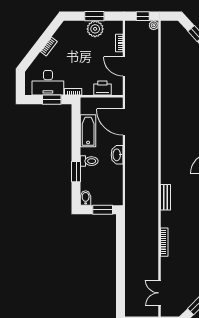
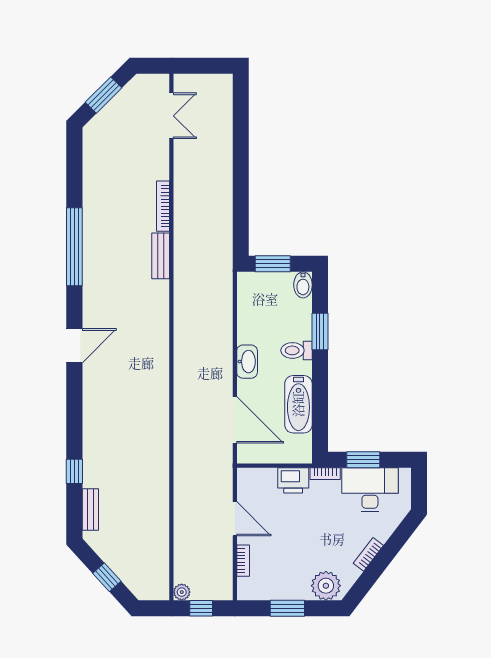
plant: (95, 29) -> (326, 586), moved
printer: (102, 88) -> (293, 480), moved
bench: (166, 197) -> (161, 256), moved

